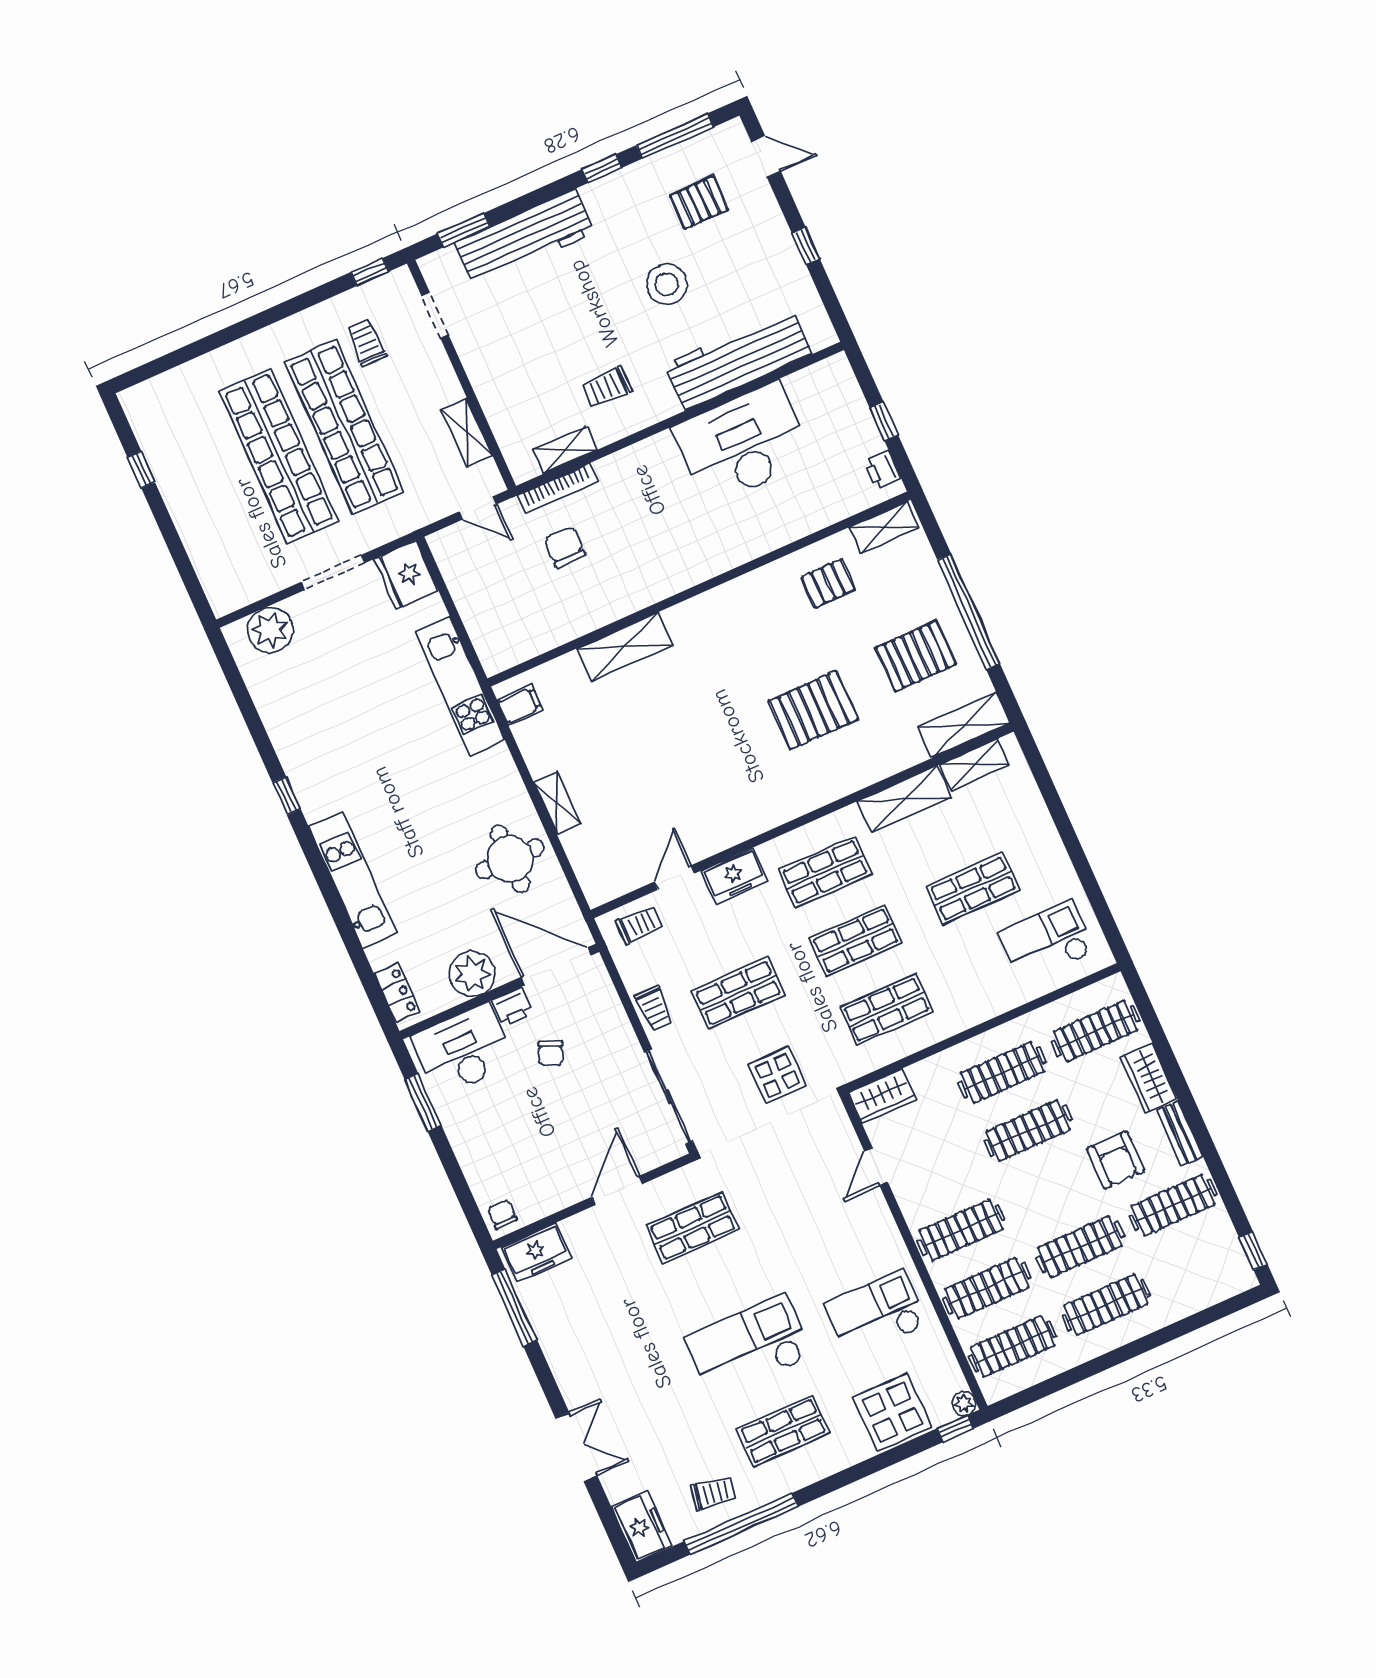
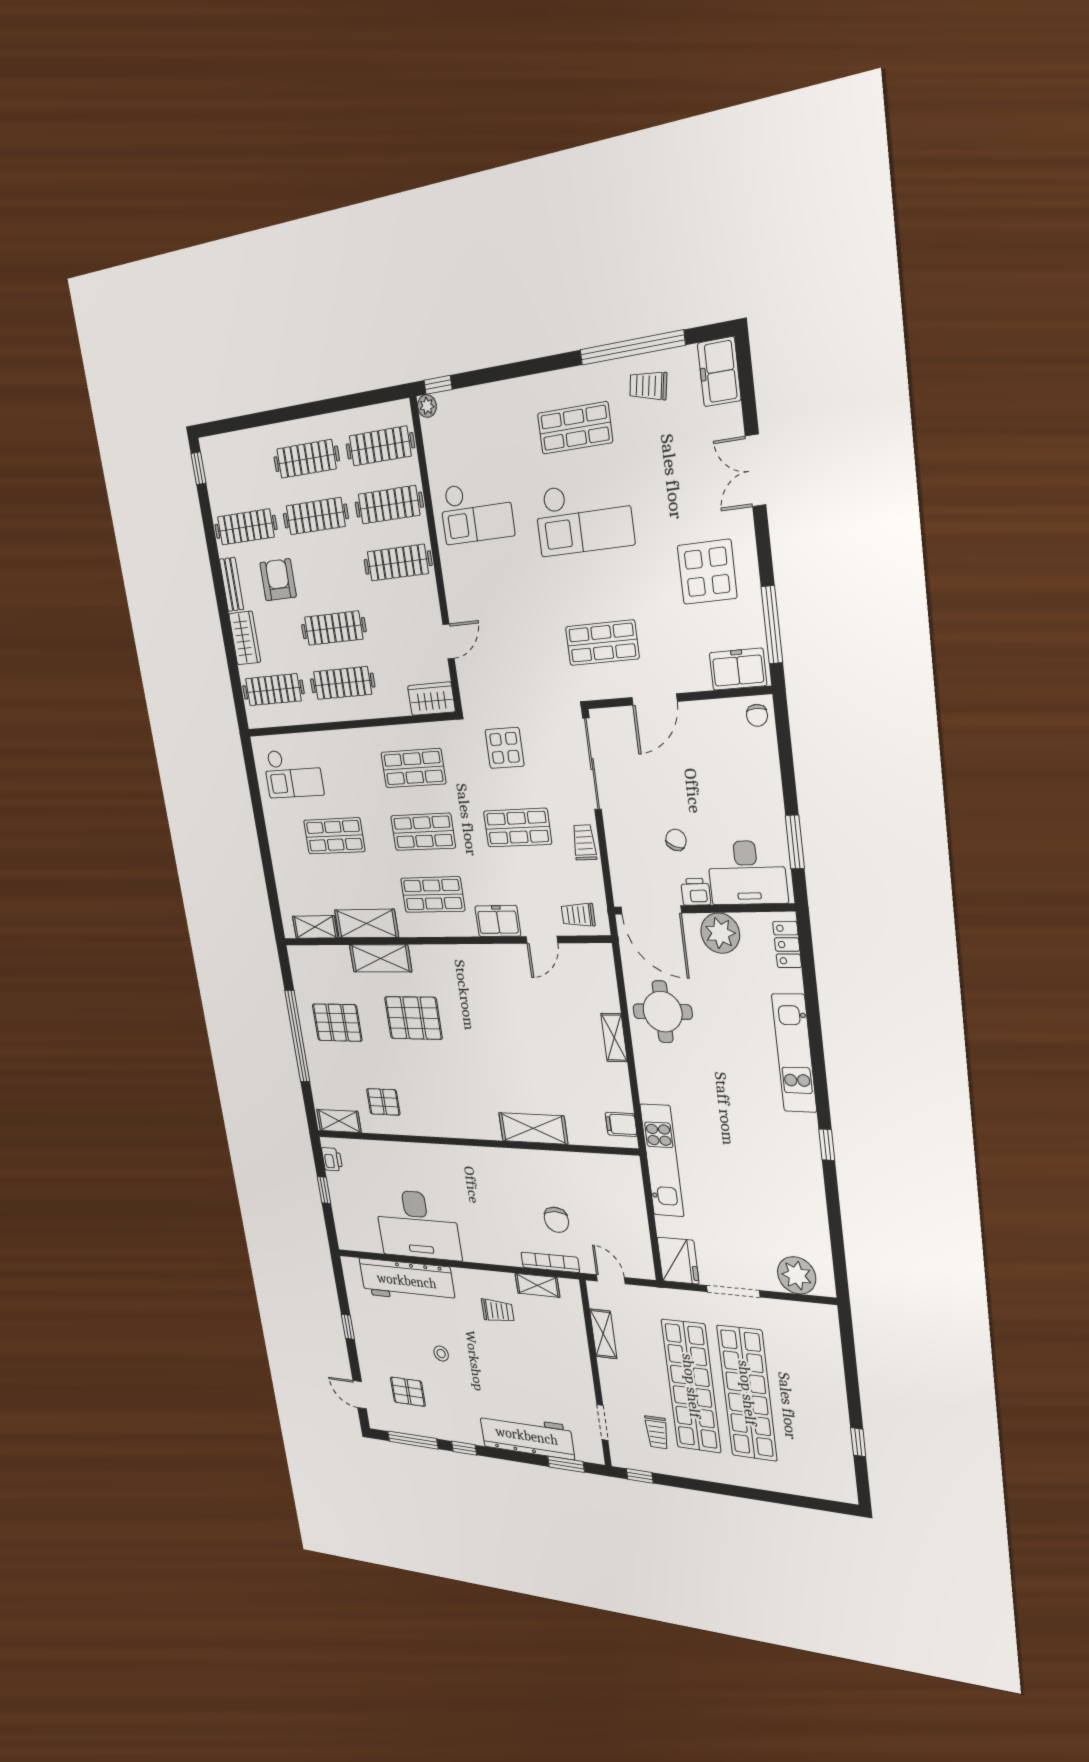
stool: (667, 284) -> (441, 1354), width x0.53, depth x0.53
shelving: (964, 725) -> (381, 958), moved
display table: (892, 1412) -> (707, 572), moved

